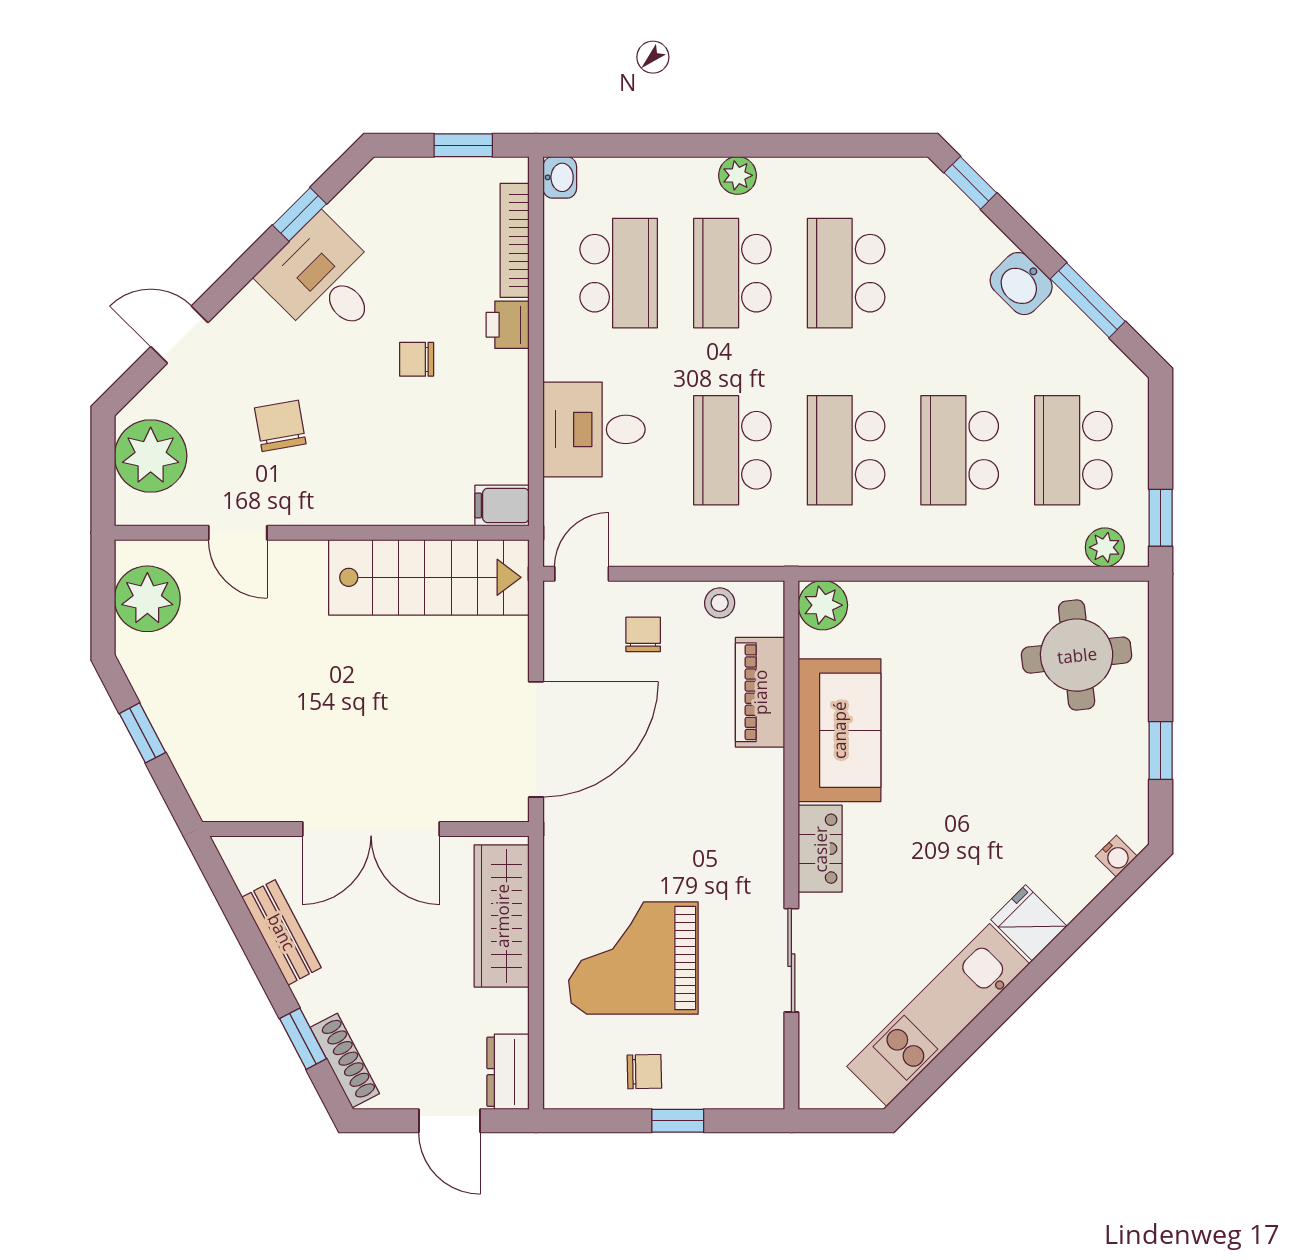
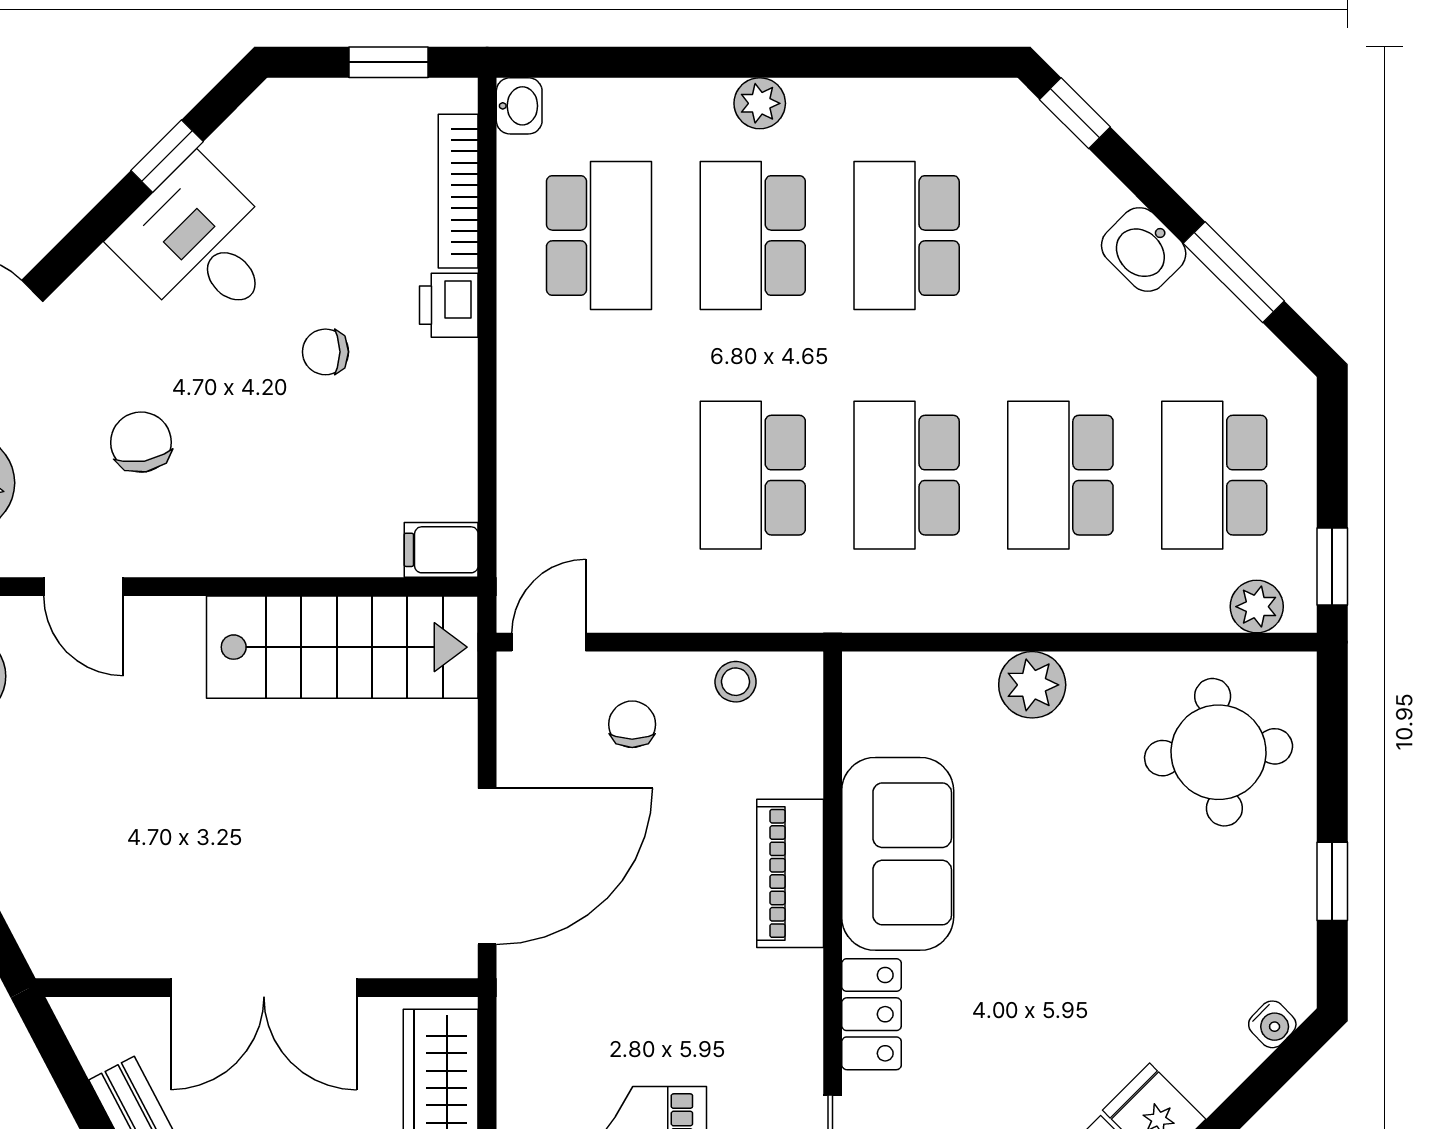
desk: (594, 429) -> (566, 447), removed
plant: (823, 605) -> (1032, 685), moved
piano: (760, 692) -> (790, 873), moved

